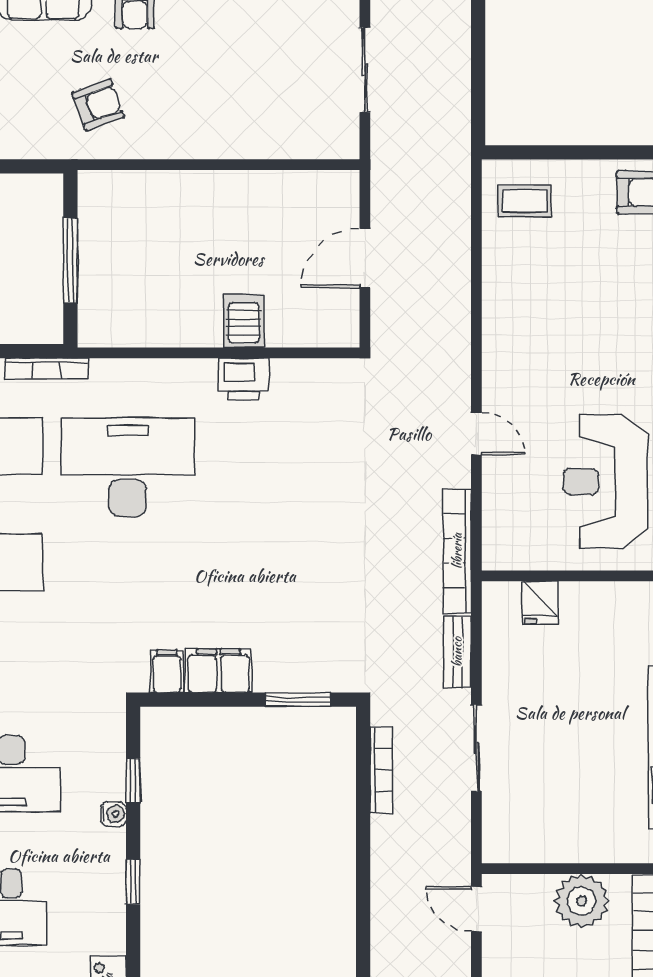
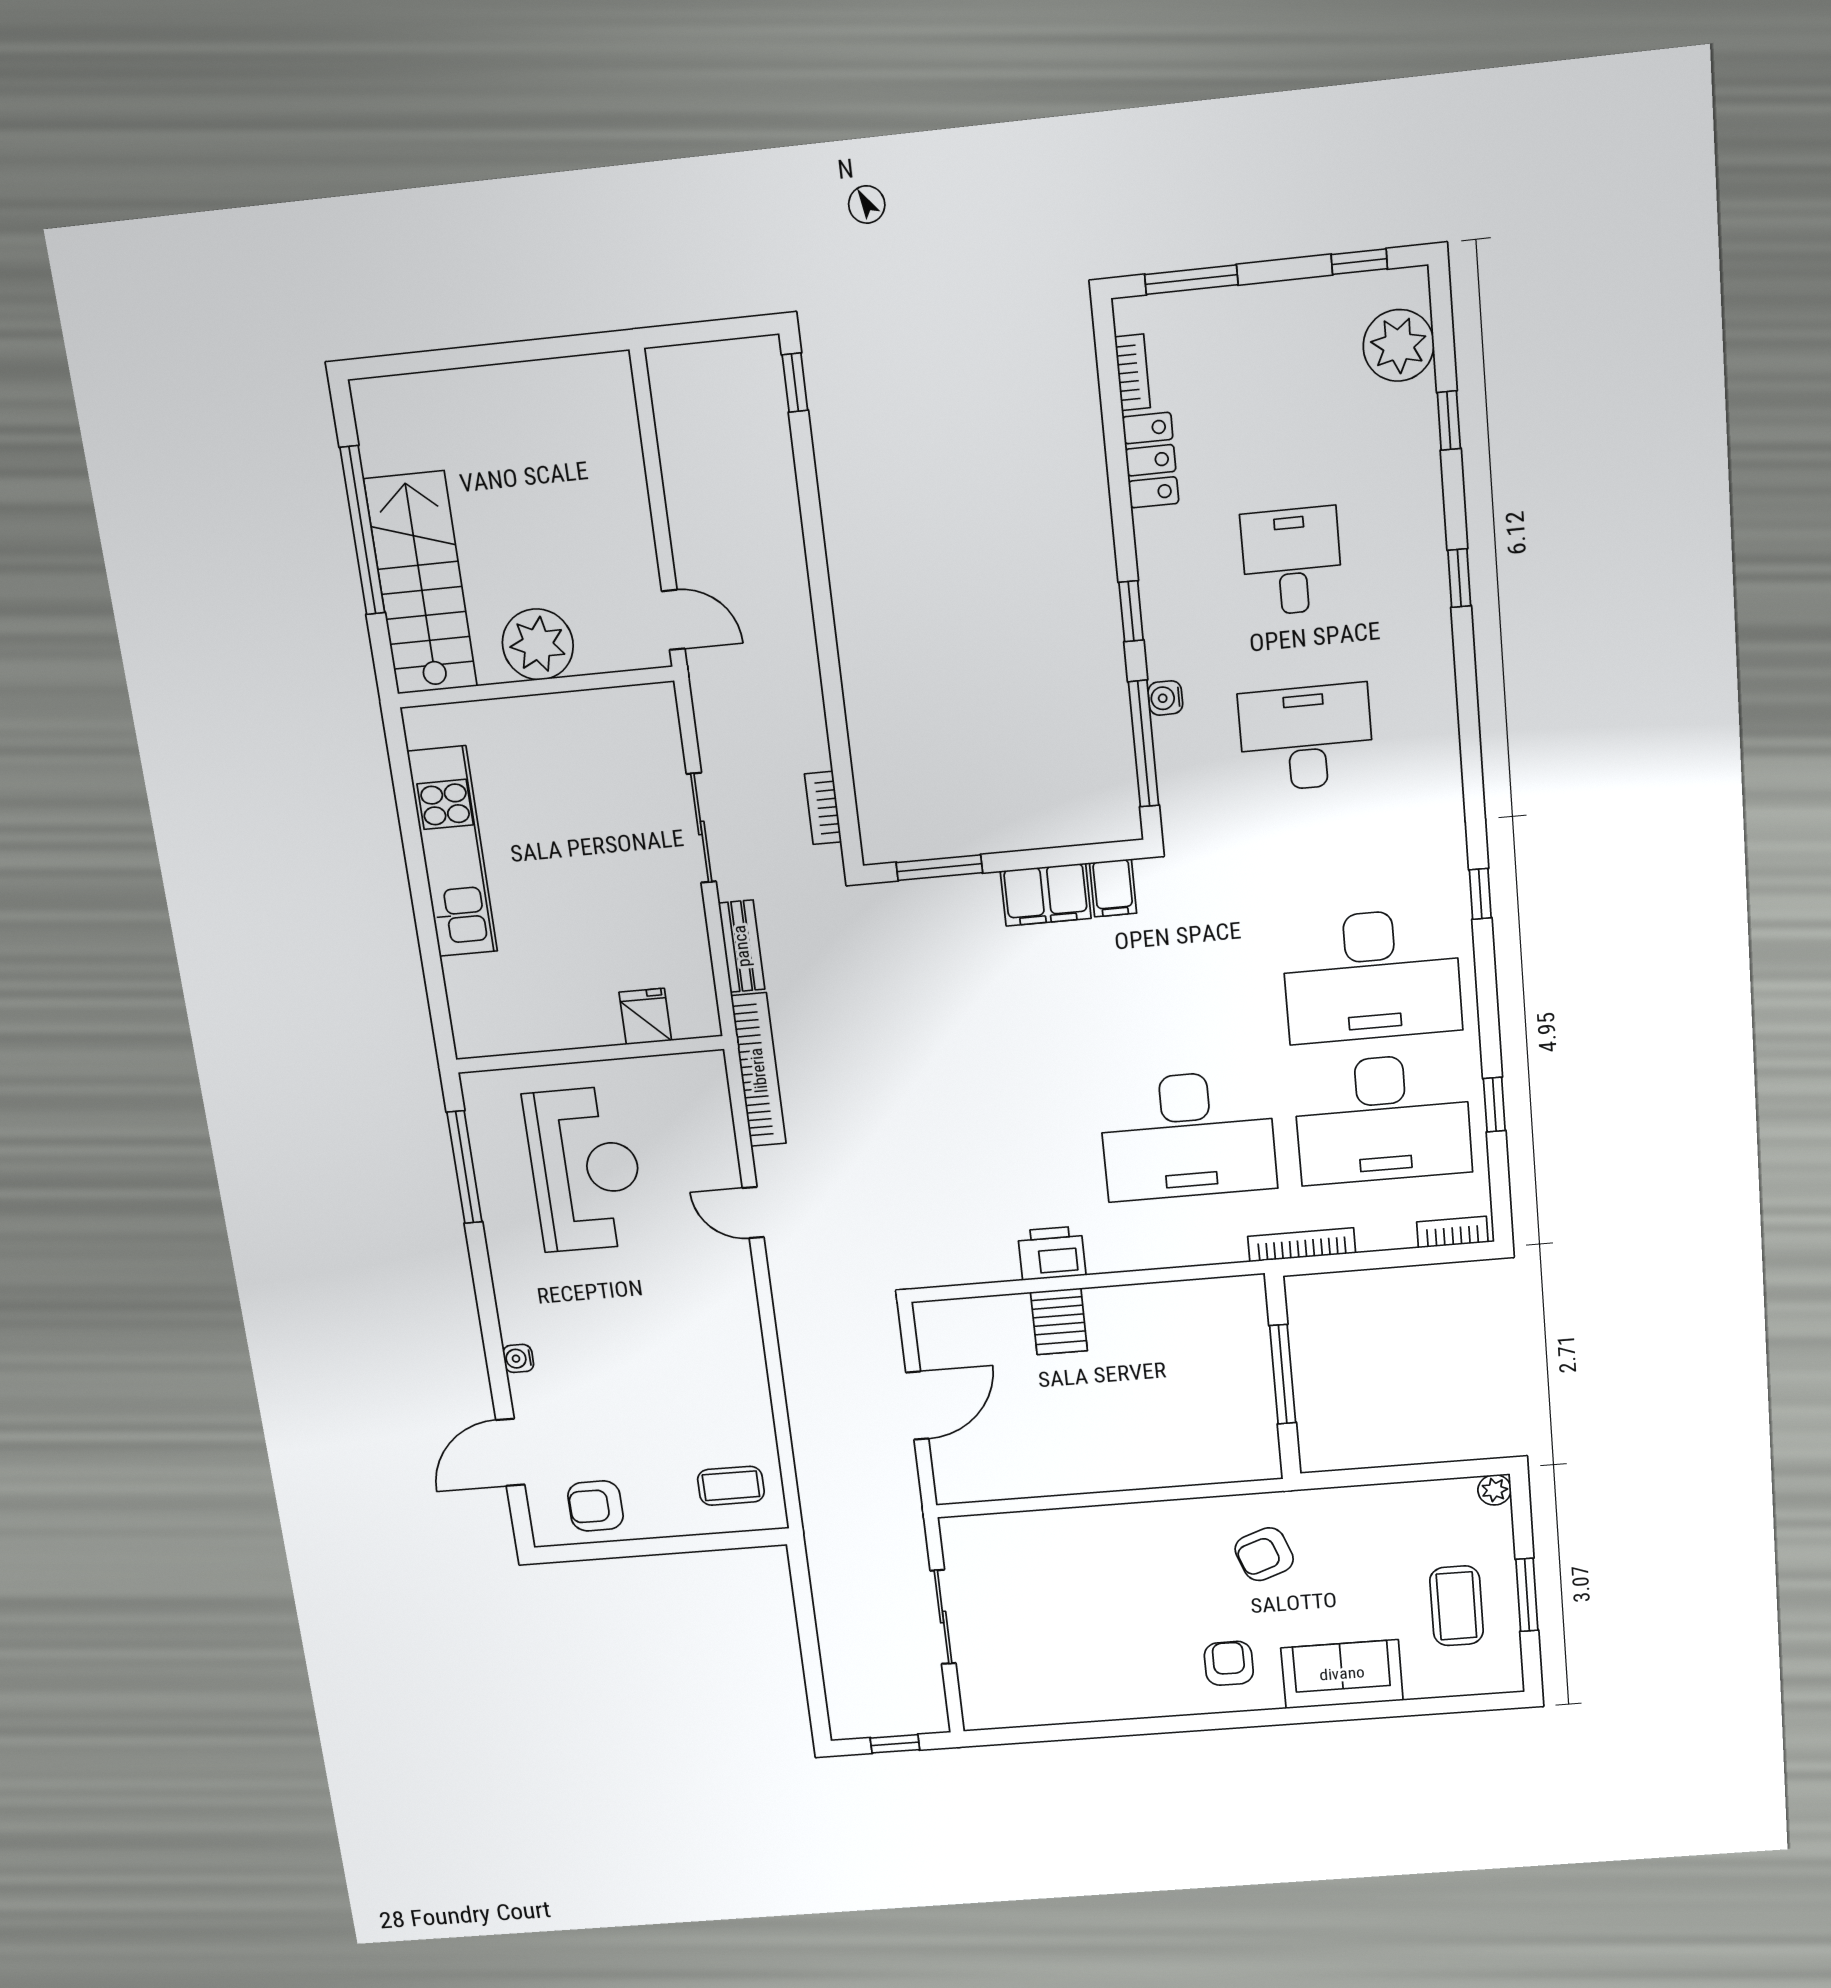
bookcase: (381, 770) -> (823, 808), width x0.64
window: (133, 781) -> (1144, 744), width x2.17

